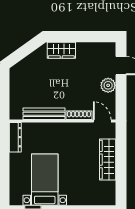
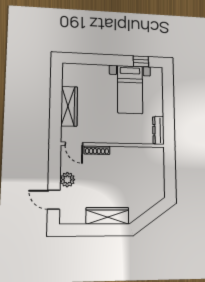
wardrobe: (61, 50) -> (107, 216), width x1.50
bench: (44, 114) -> (131, 152), removed

